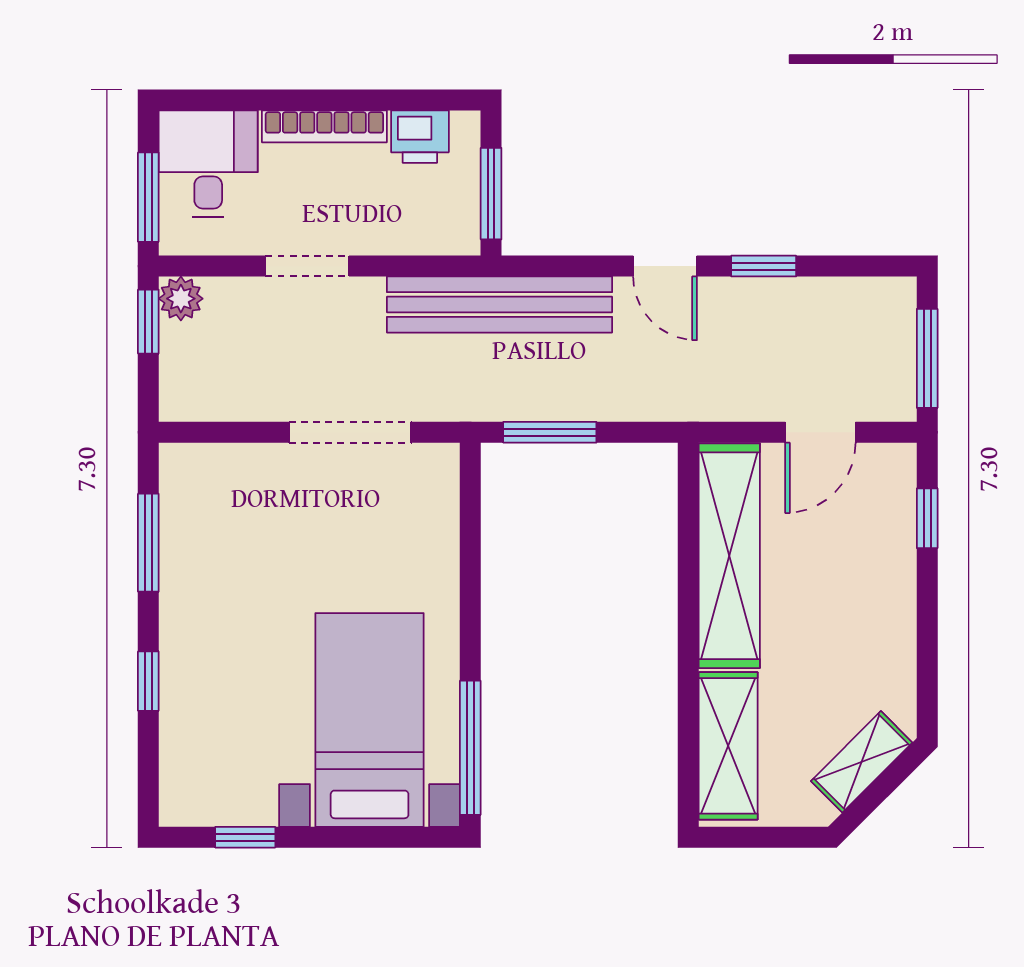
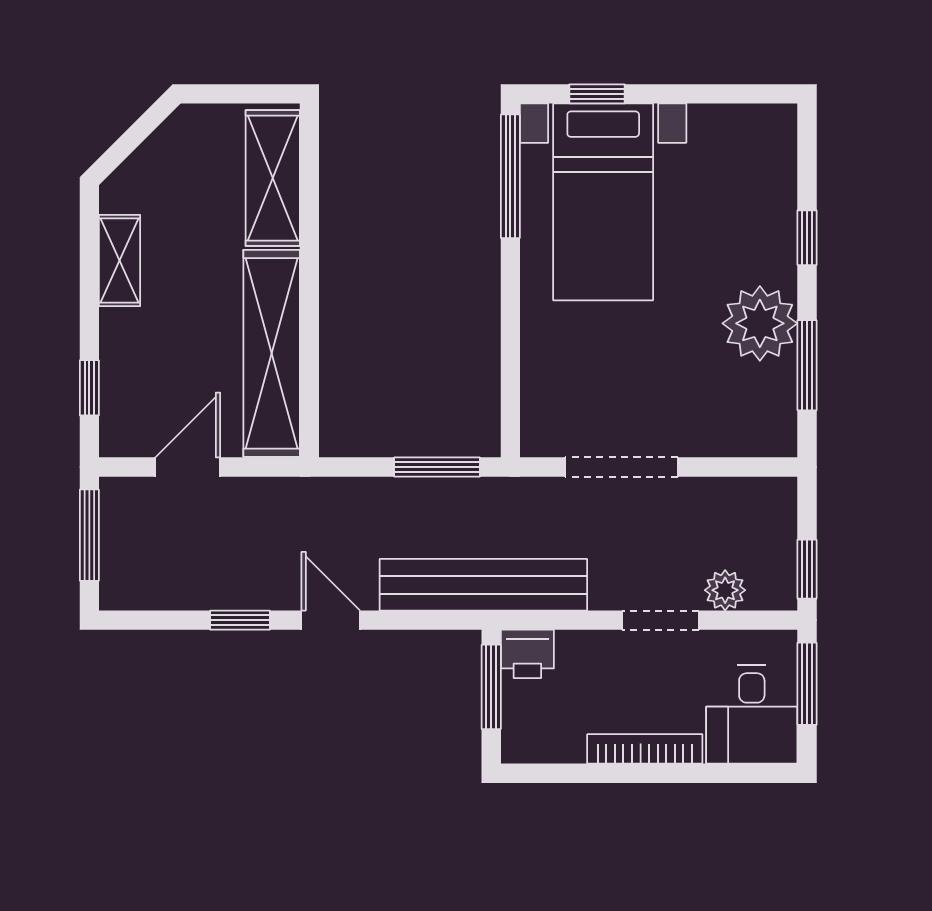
printer: (420, 137) -> (527, 654), moved, turned 180
plant: (181, 299) -> (725, 590), moved
plant: (199, 588) -> (760, 323), added
shelving: (862, 762) -> (119, 261), moved, turned -45
window: (245, 837) -> (597, 94), moved

